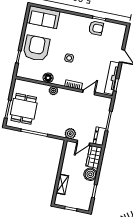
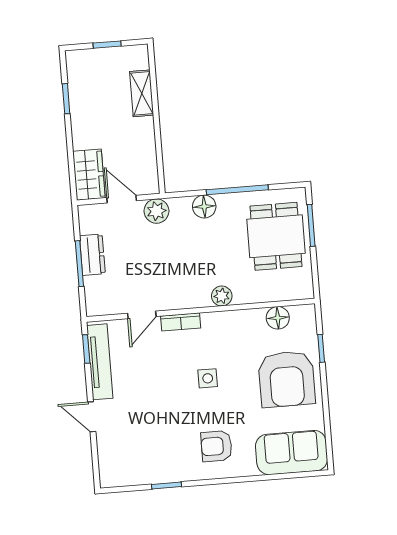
armchair: (96, 28) -> (216, 446), moved
floor lamp: (48, 78) -> (278, 318), moved
floor lamp: (50, 130) -> (204, 207), added
dresser: (100, 136) -> (92, 255), moved
door: (83, 143) -> (122, 199), hinge flipped
boiler: (90, 174) -> (86, 134), removed

